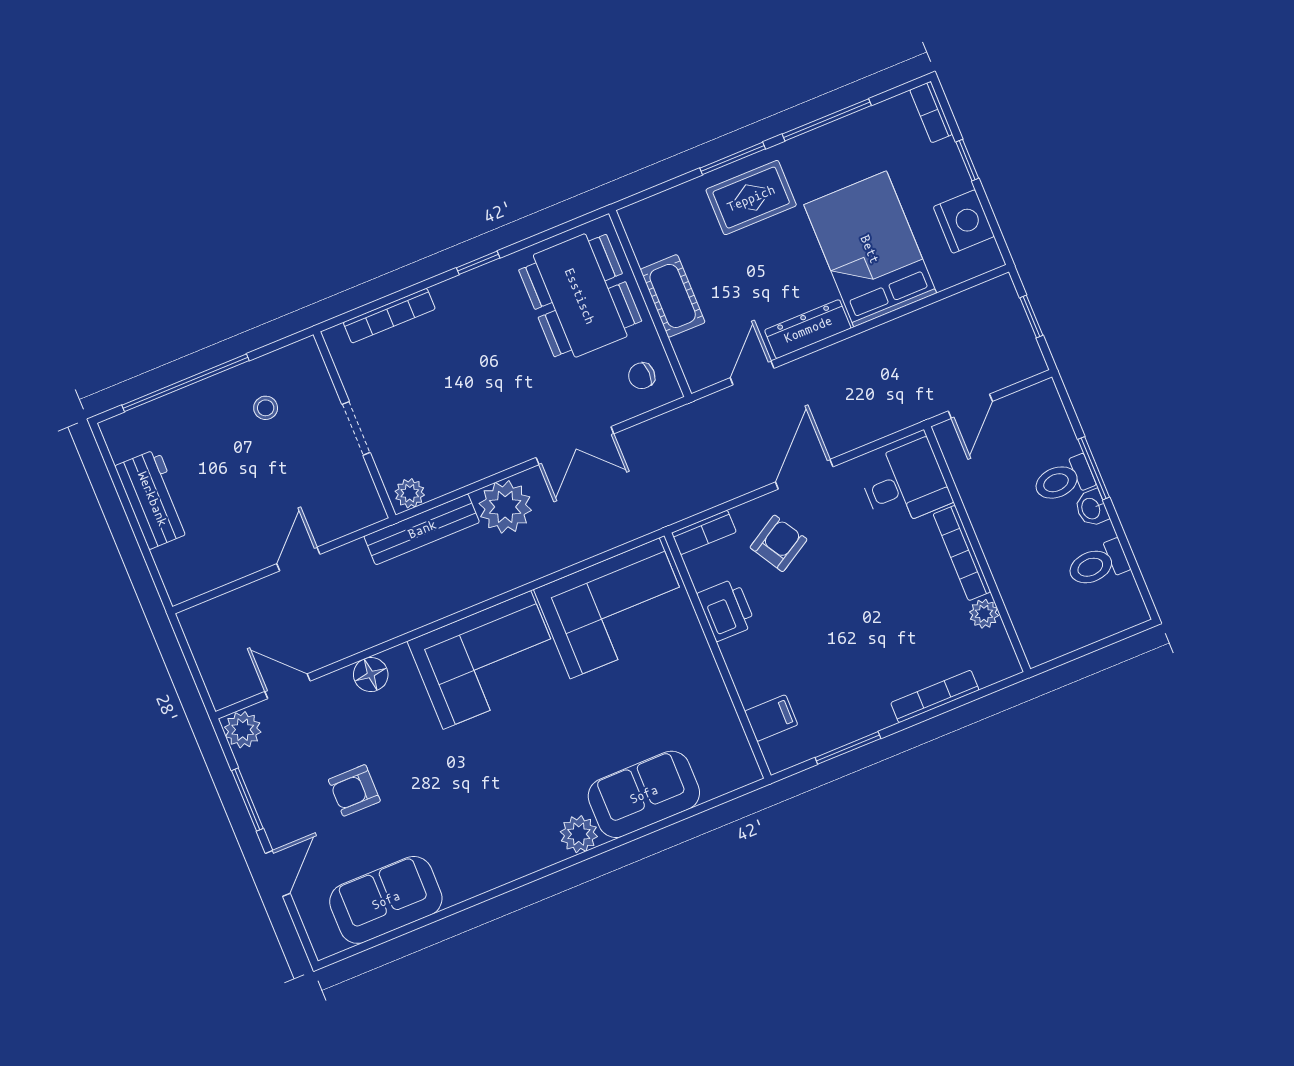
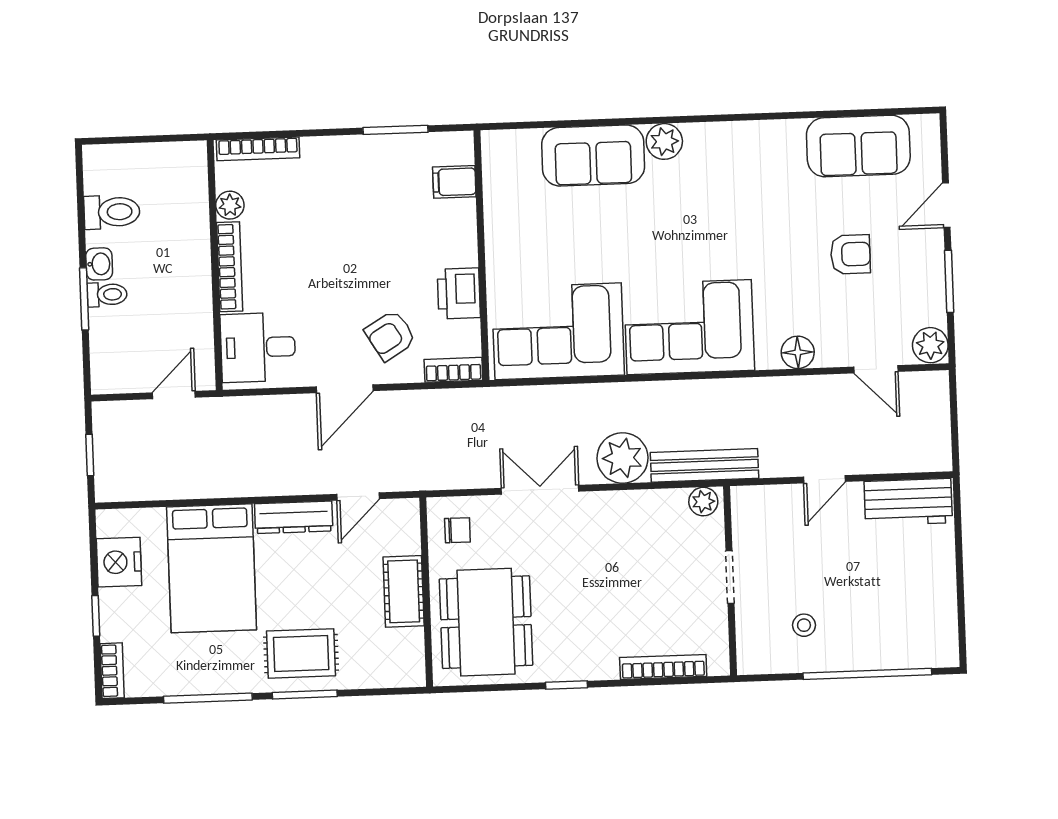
toilet: (1063, 480) -> (107, 295), width x0.73, depth x0.72
workbench: (153, 499) -> (908, 502), moved, turned -90
bookcase: (935, 696) -> (258, 149), moved

